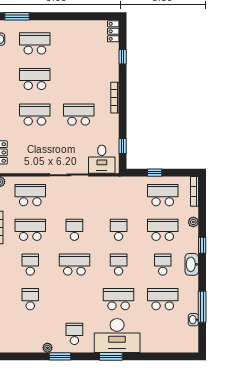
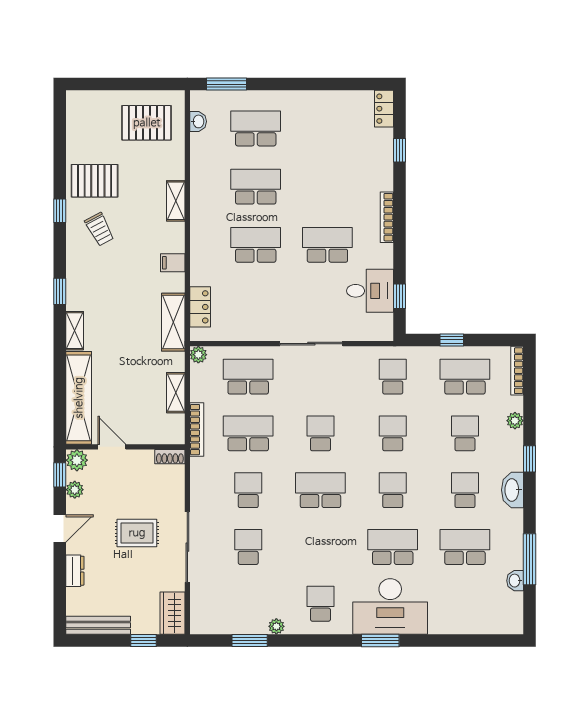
desk: (102, 159) -> (370, 291), moved, turned -90
school desk: (119, 195) -> (393, 377), added
school desk: (163, 230) -> (465, 433), width x0.54
window: (60, 356) -> (250, 640), moved

